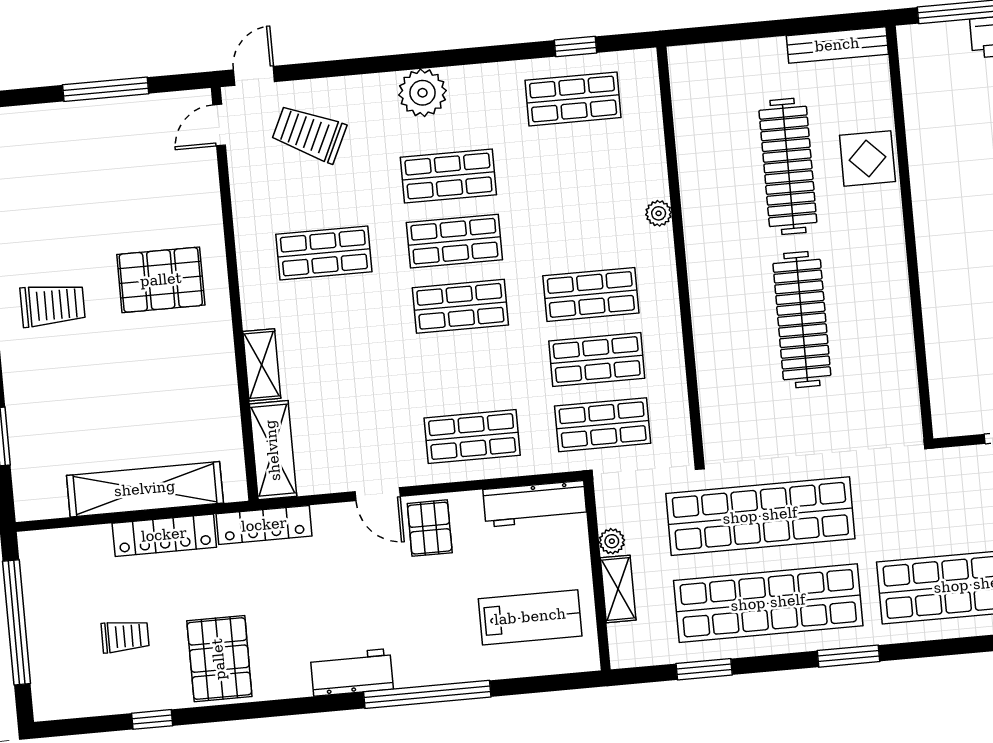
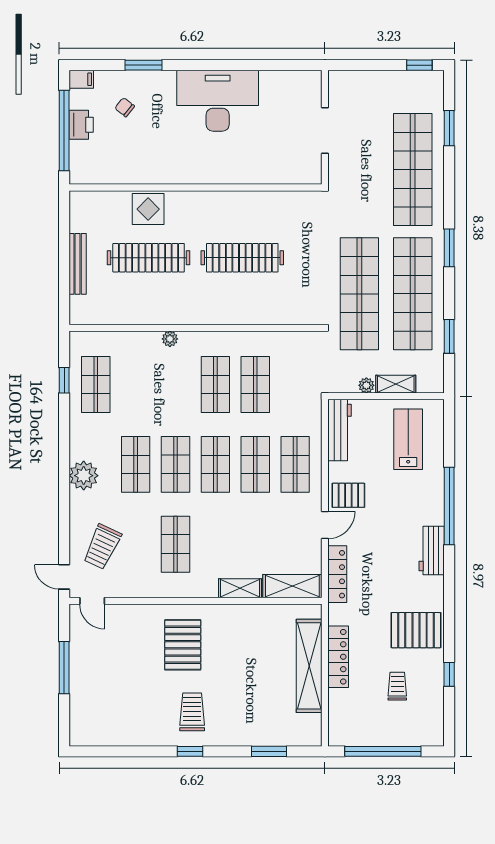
bench: (837, 45) -> (78, 264), moved
shop shelf: (603, 425) -> (255, 464), moved
locker: (264, 525) -> (337, 574), moved

